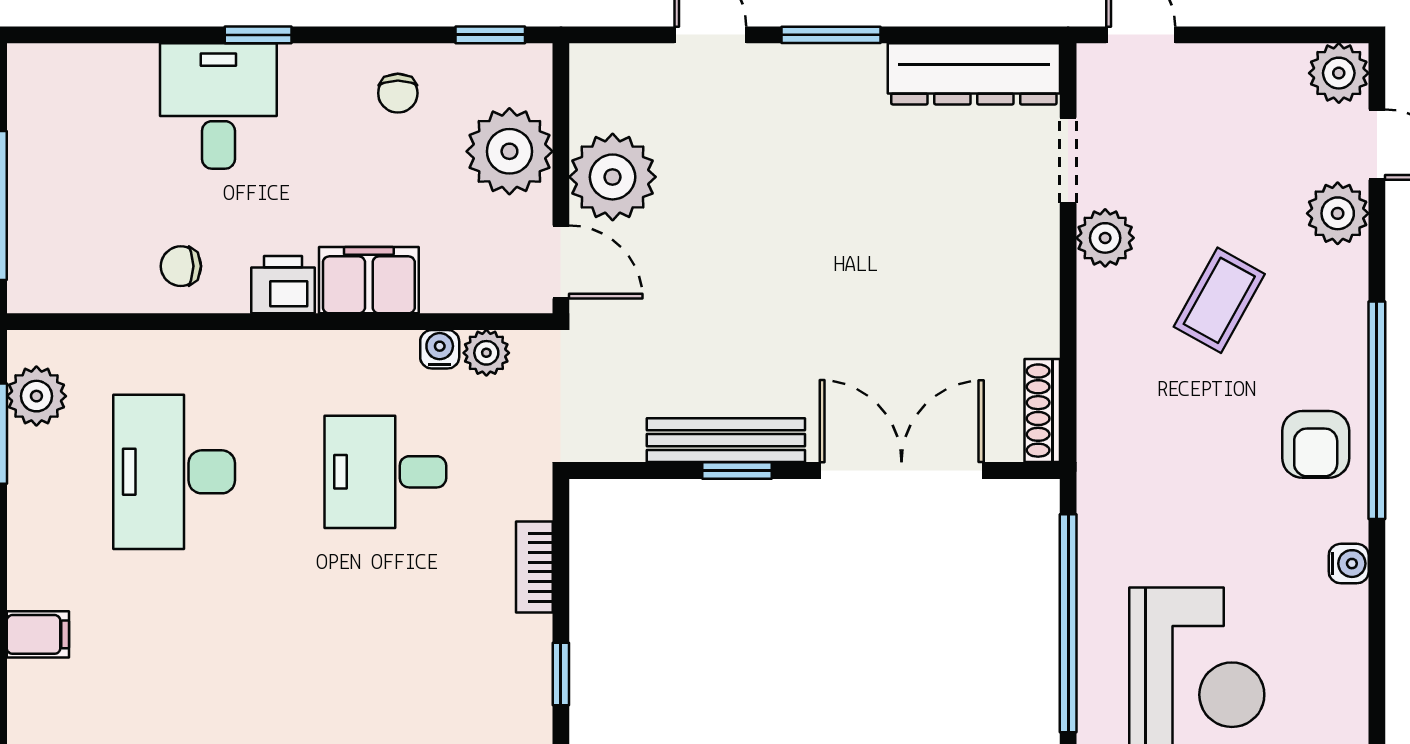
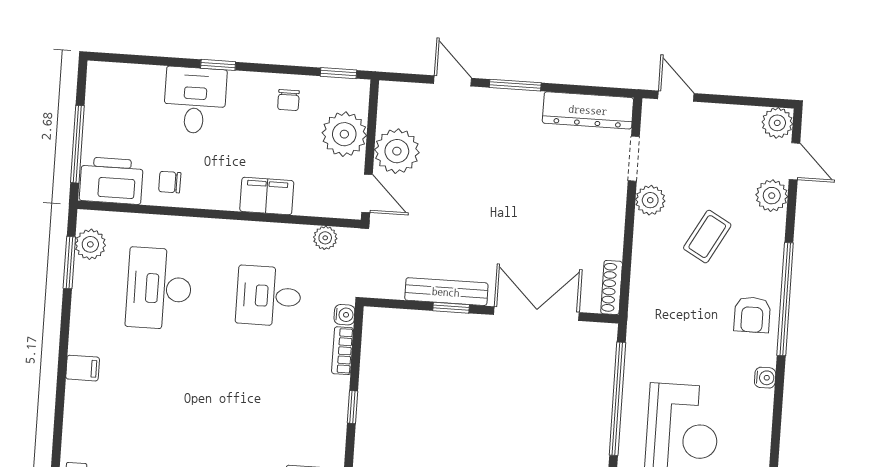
printer: (283, 285) -> (111, 181), moved, width x1.87, depth x1.48
water cooler: (440, 349) -> (344, 315), moved, turned 90

